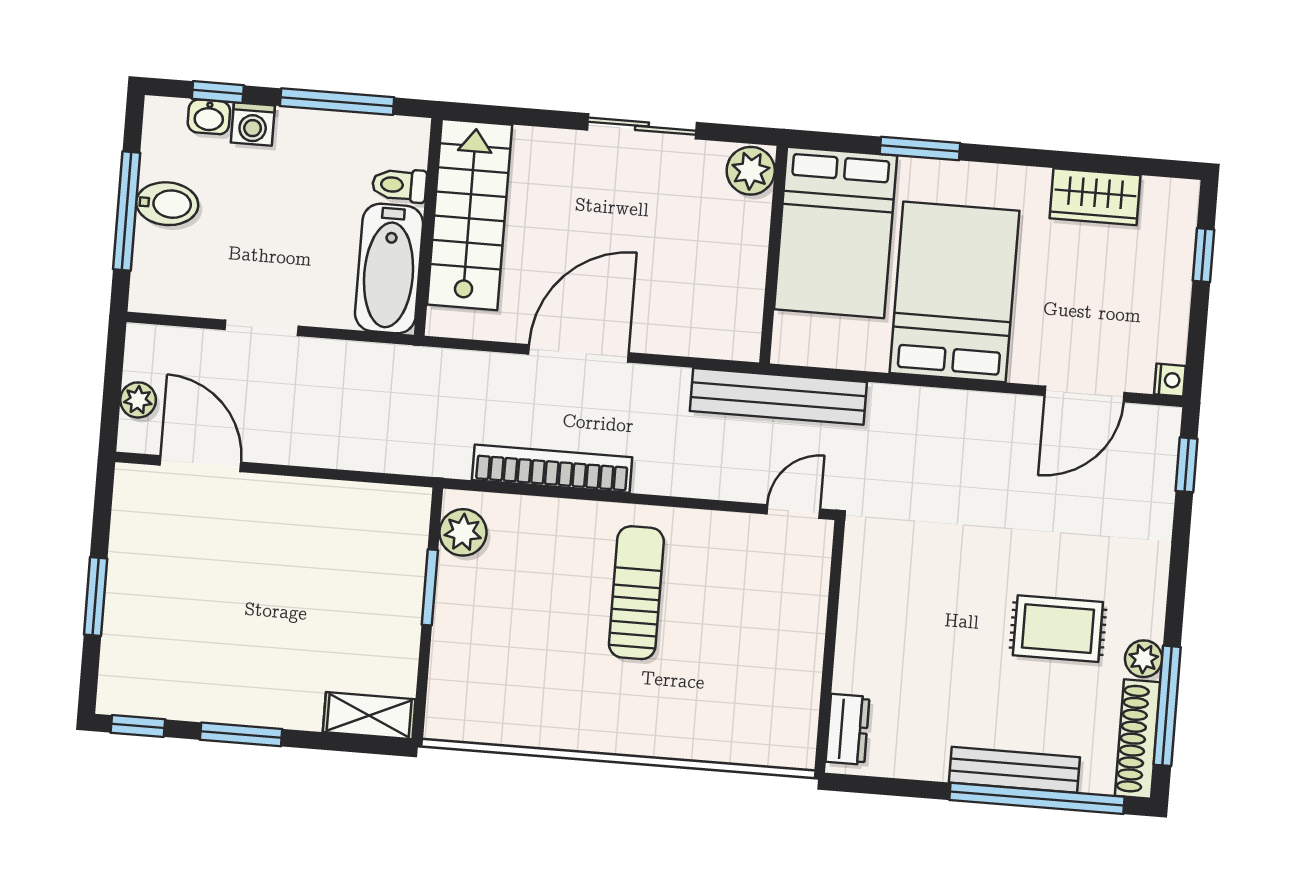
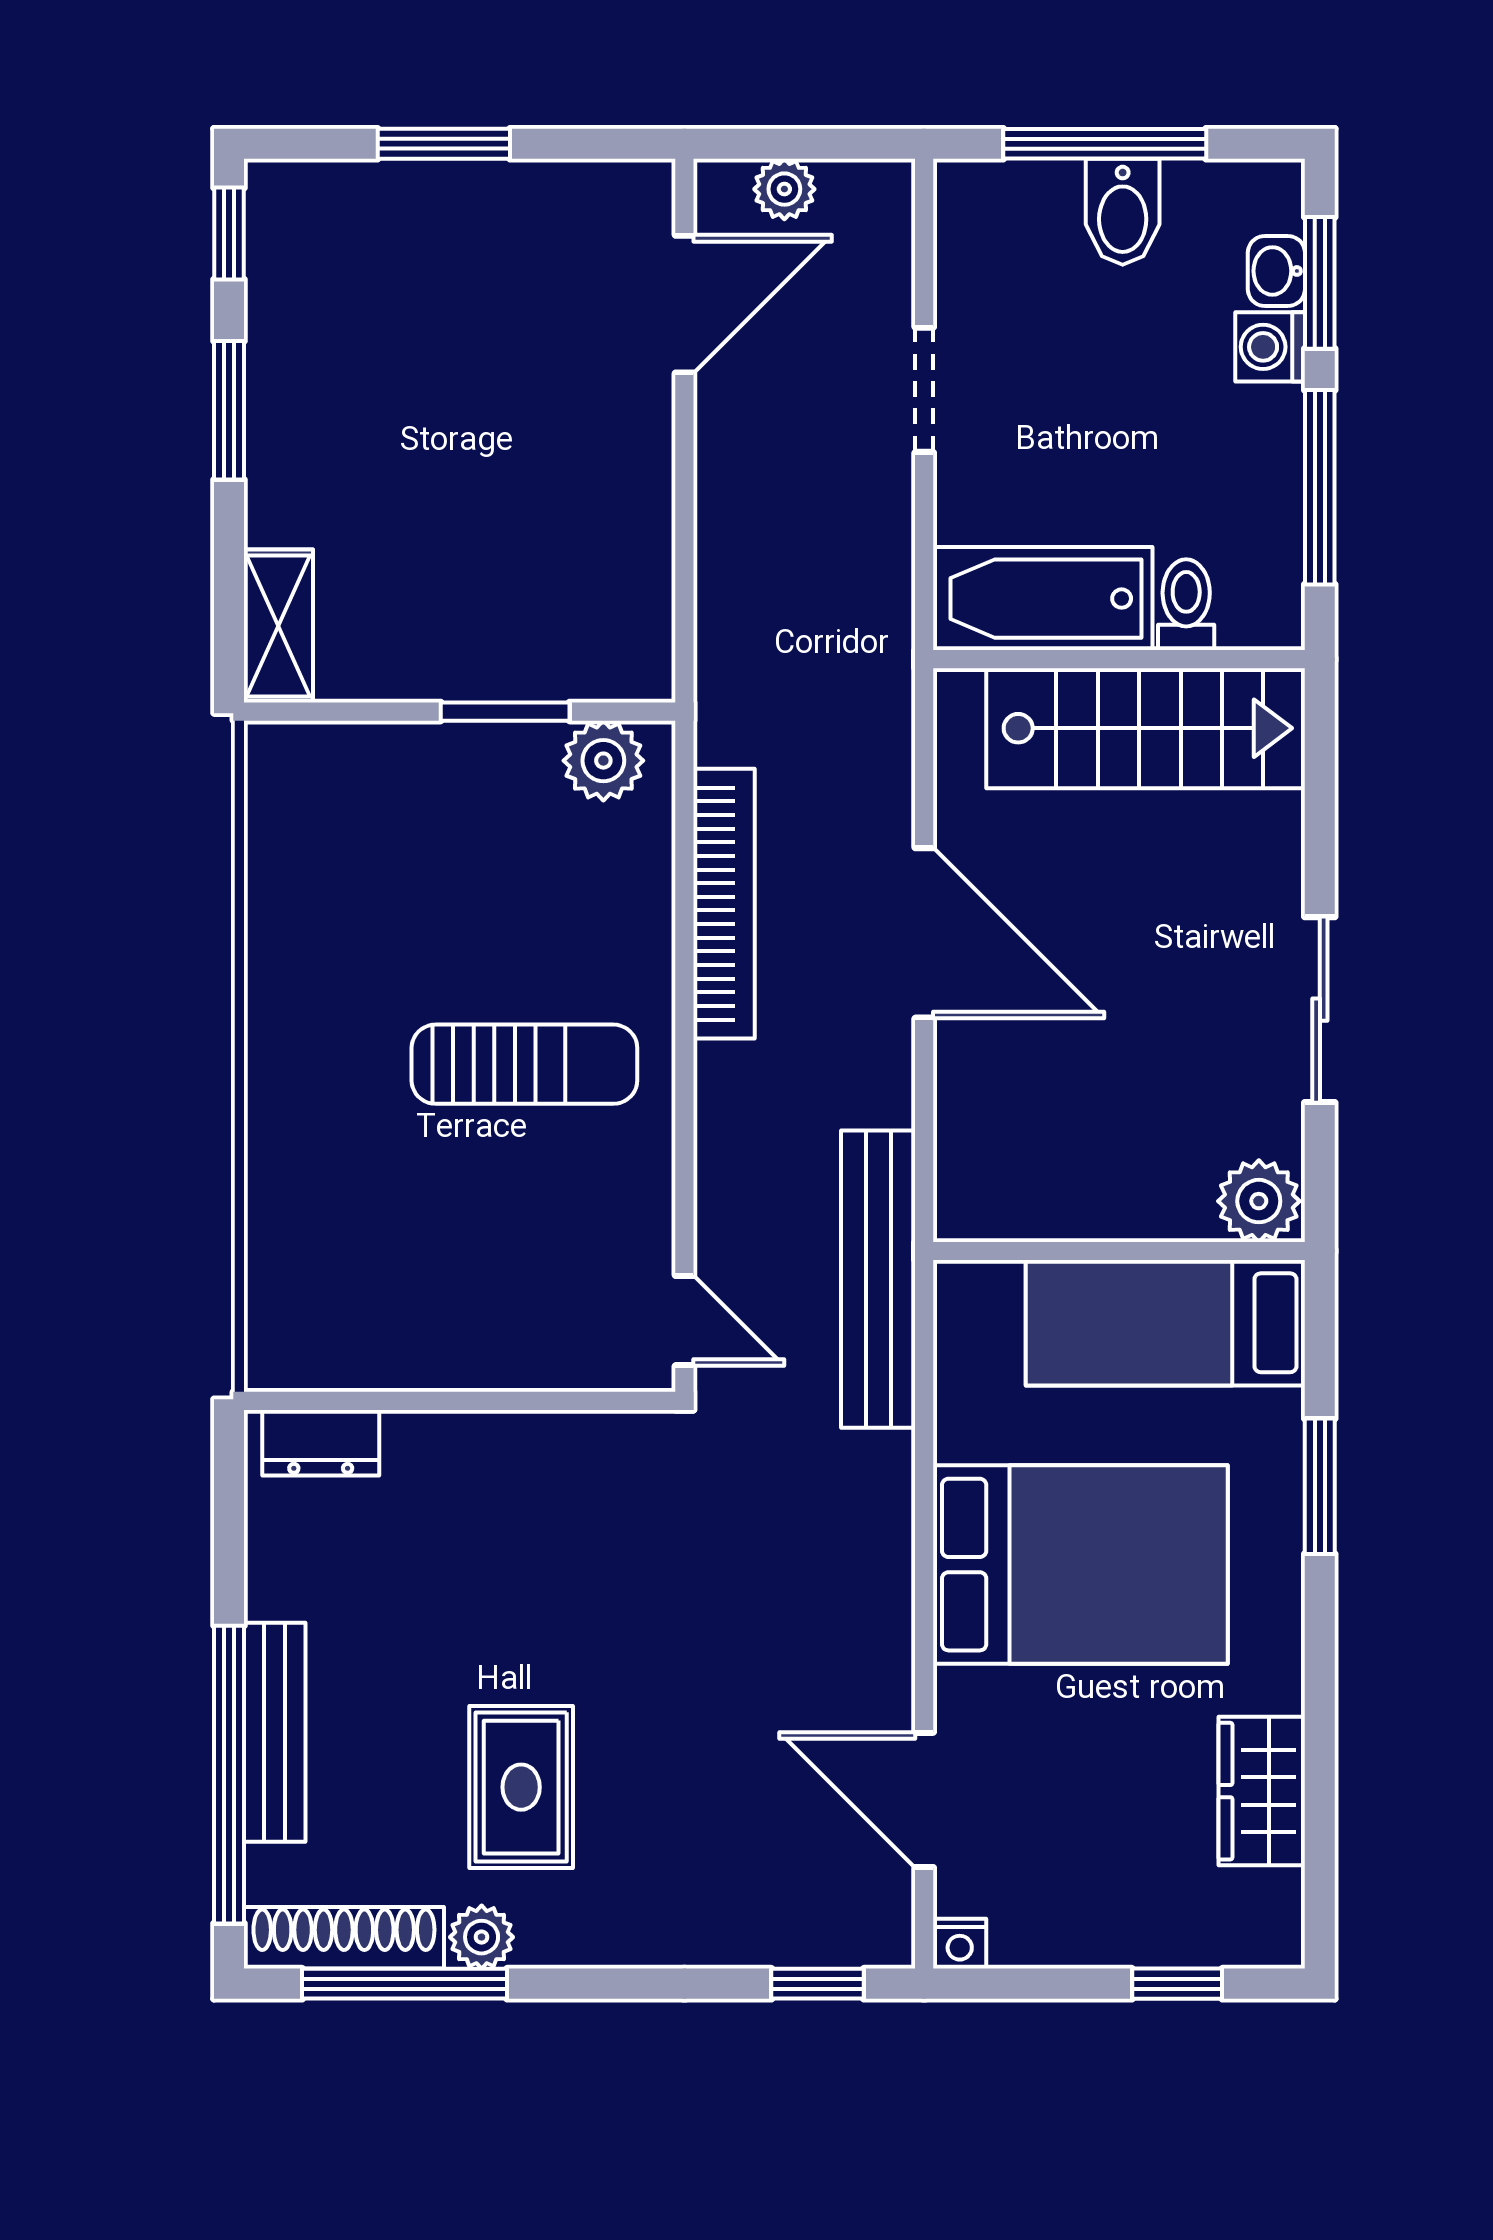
window: (218, 92) -> (1320, 283), width x1.50
bed: (836, 232) -> (1165, 1323), width x0.67

